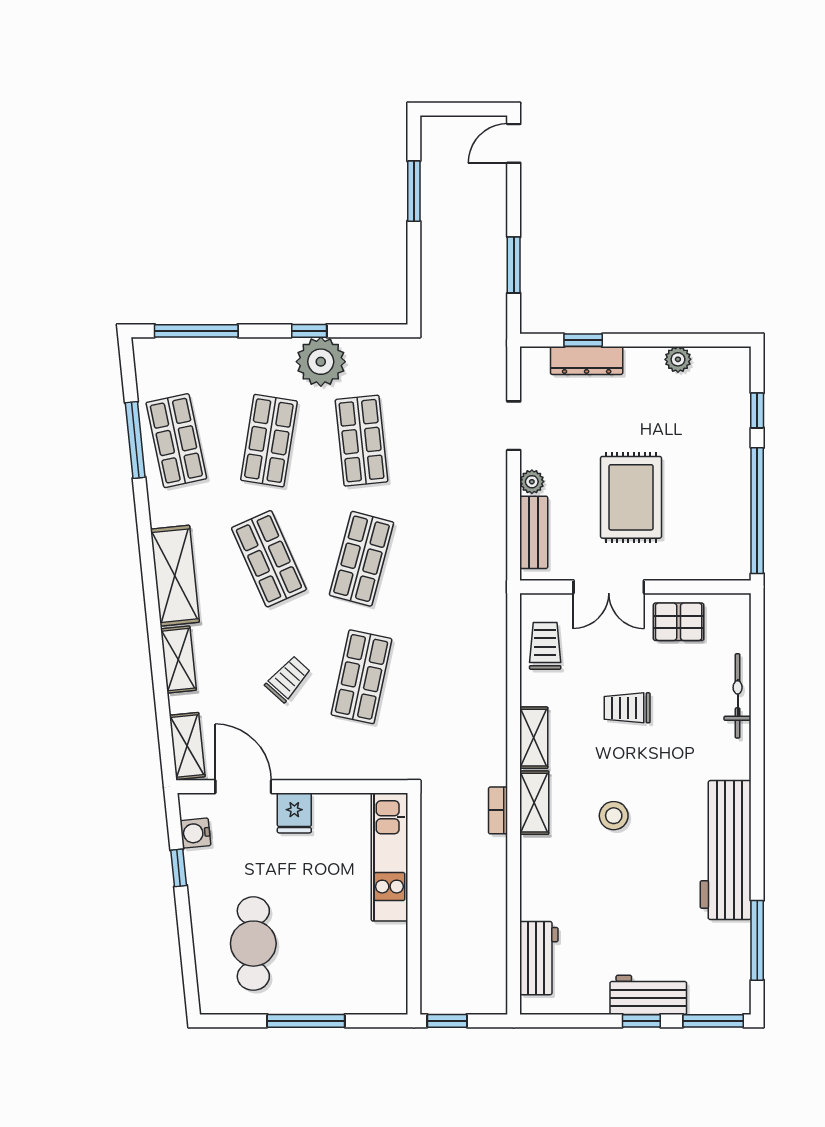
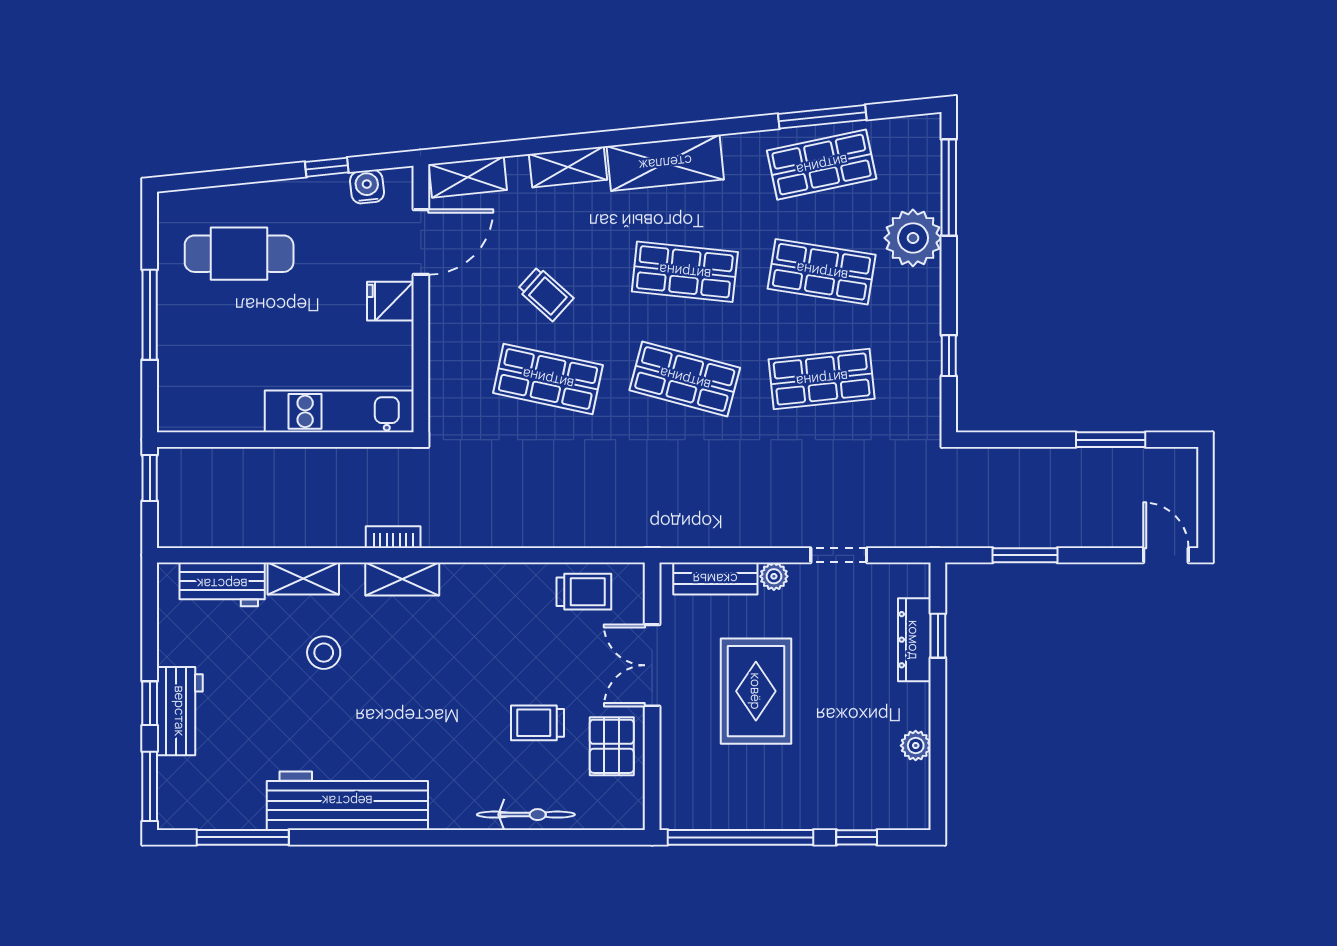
window: (309, 331) -> (949, 356), moved
plant: (321, 362) -> (913, 238), moved
rug: (631, 497) -> (756, 691), turned 90
shop shelf: (269, 559) -> (685, 272), turned 30
trolley: (627, 708) -> (538, 723), moved, turned -90
shelving: (534, 738) -> (303, 579), moved
stool: (614, 816) -> (324, 653), moved

